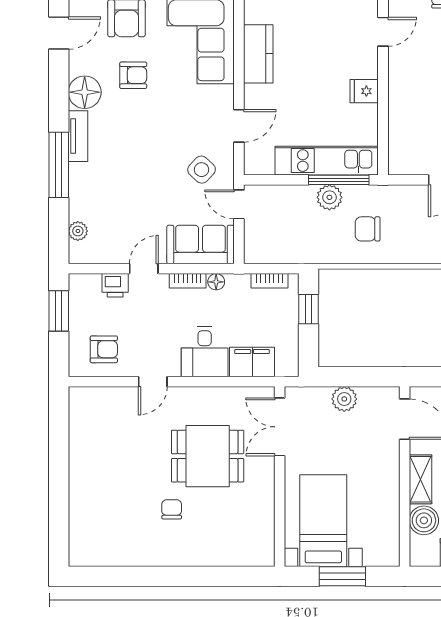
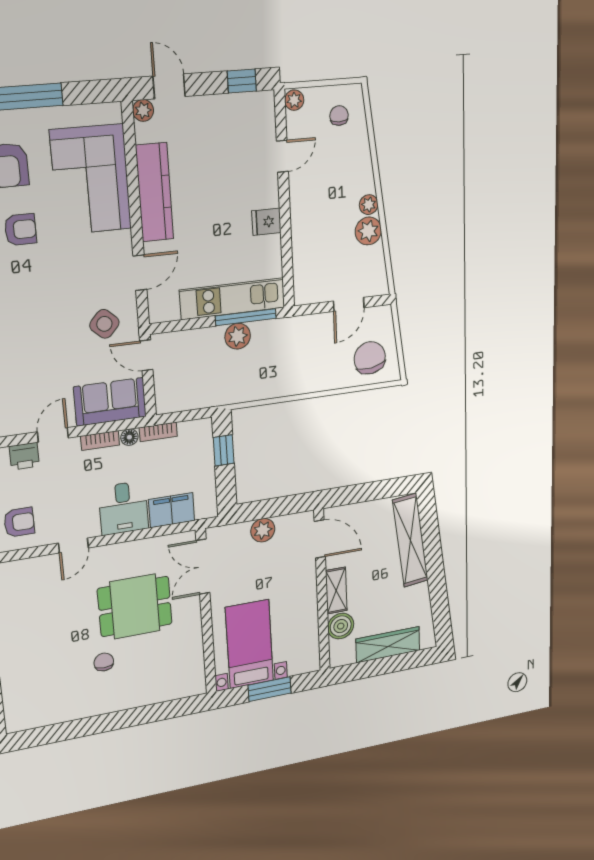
kitchen counter: (258, 54) -> (155, 192), width x1.50
chair: (368, 229) -> (277, 363), removed
bookcase: (270, 281) -> (158, 432), moved

